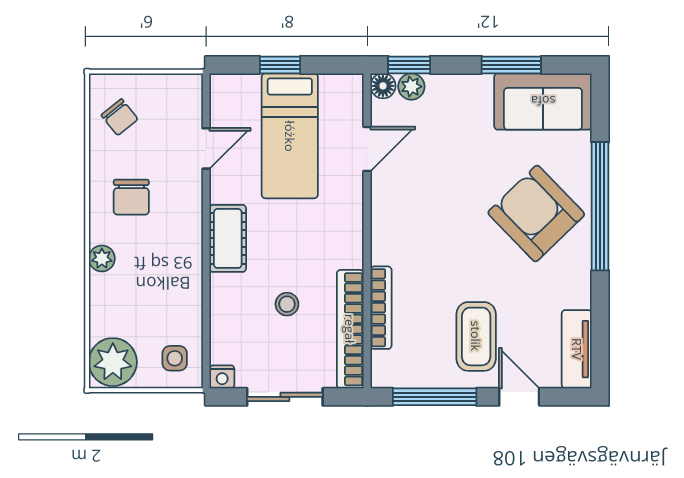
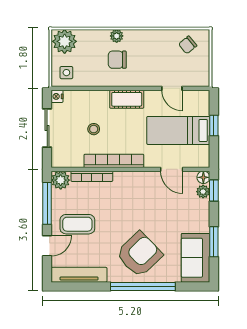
chair: (131, 197) -> (117, 60), moved
bookcase: (350, 329) -> (114, 161), moved
tv unit: (577, 349) -> (79, 275), width x1.41
plant: (389, 370) -> (61, 180), added

